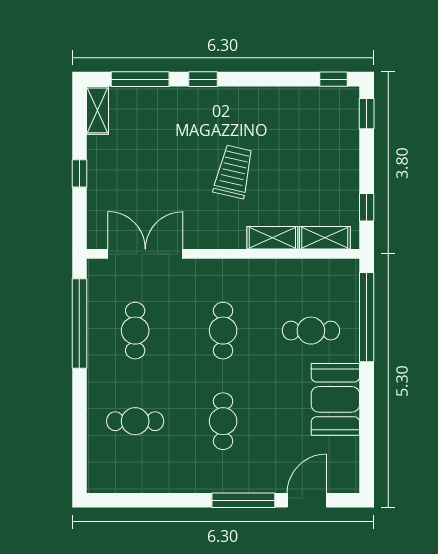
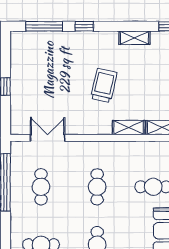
shelving: (97, 110) -> (134, 38), moved, turned 90
double door: (145, 254) -> (48, 138), width x0.73

